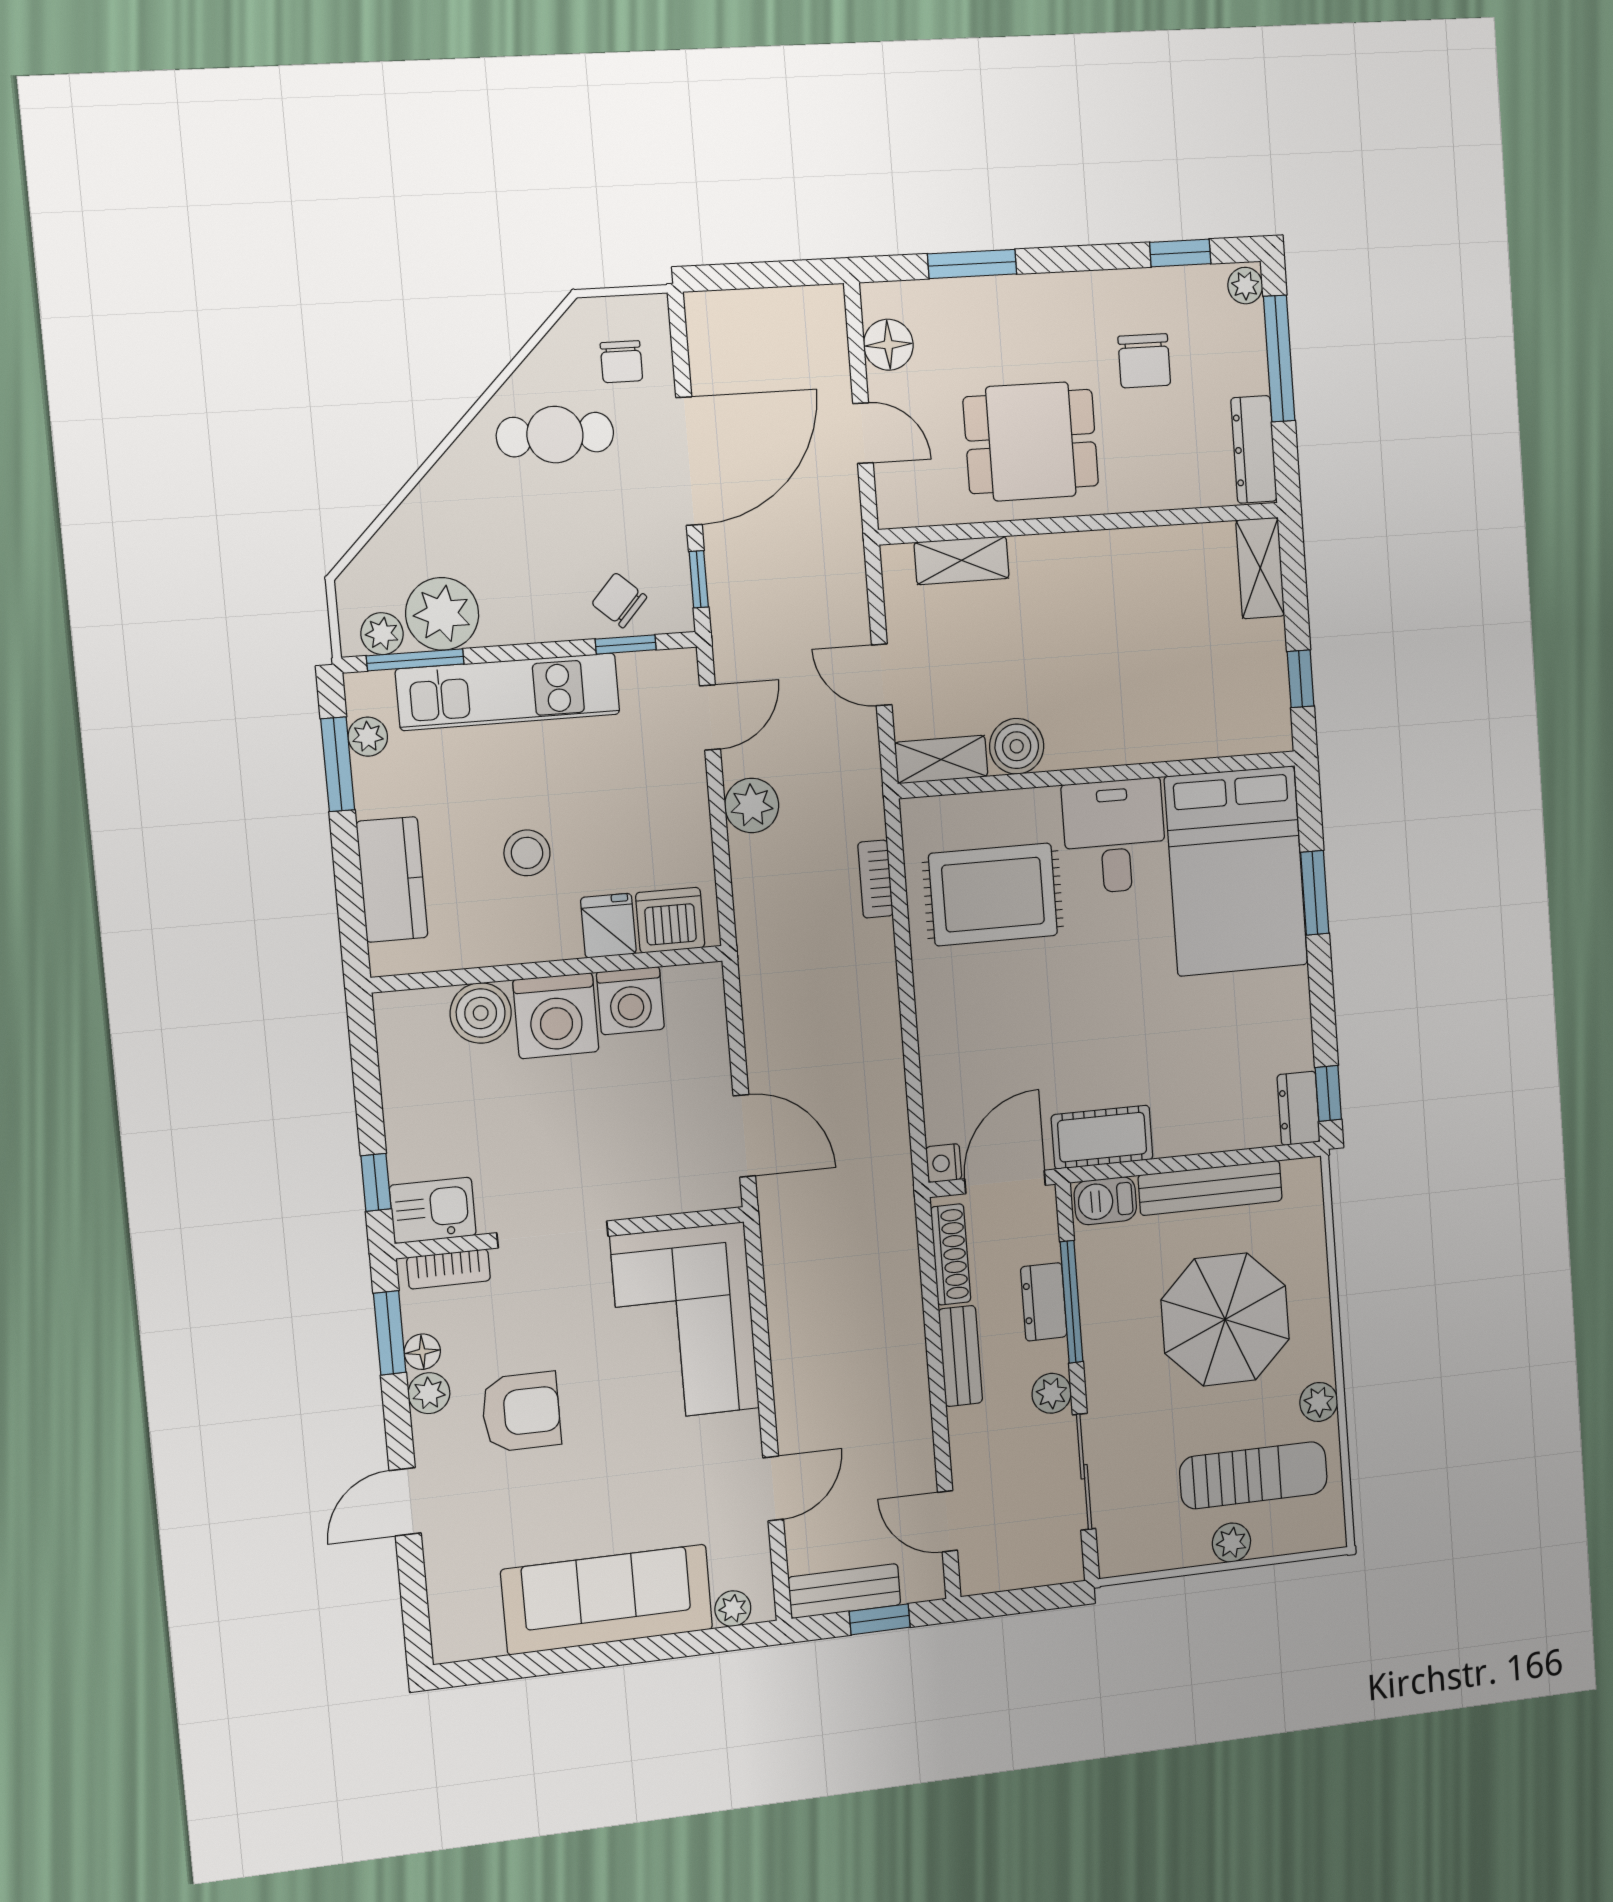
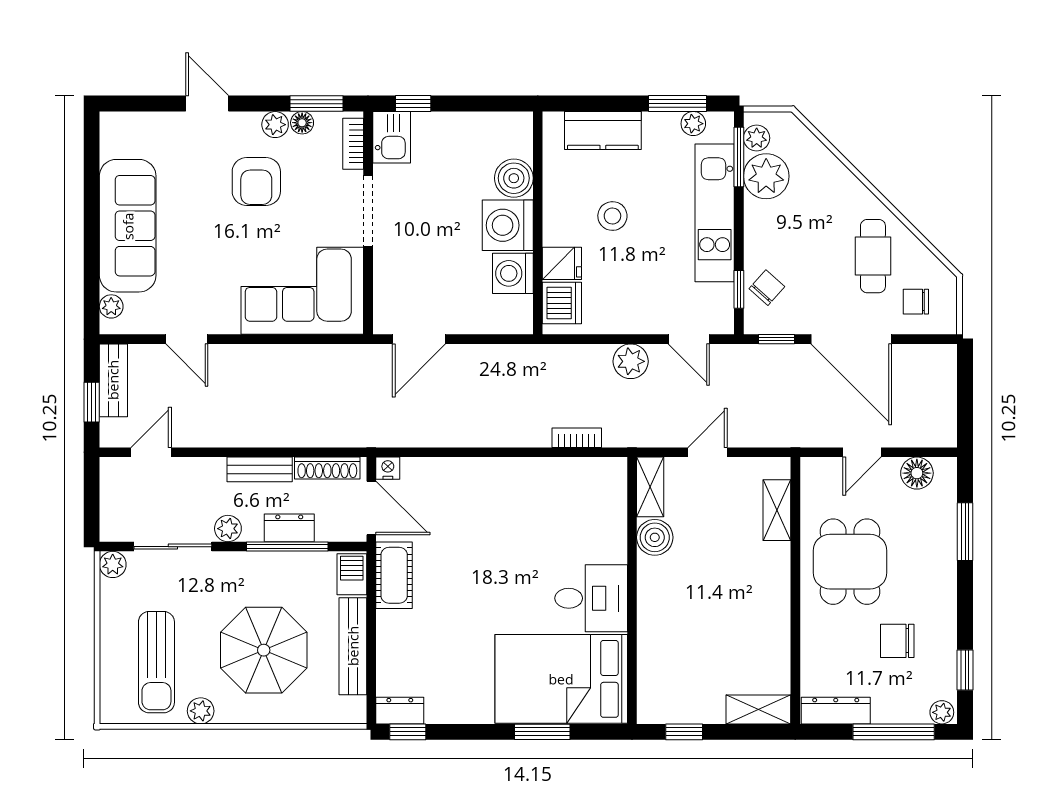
rug: (993, 894) -> (560, 514), removed
plant: (1231, 1543) -> (113, 564), moved

